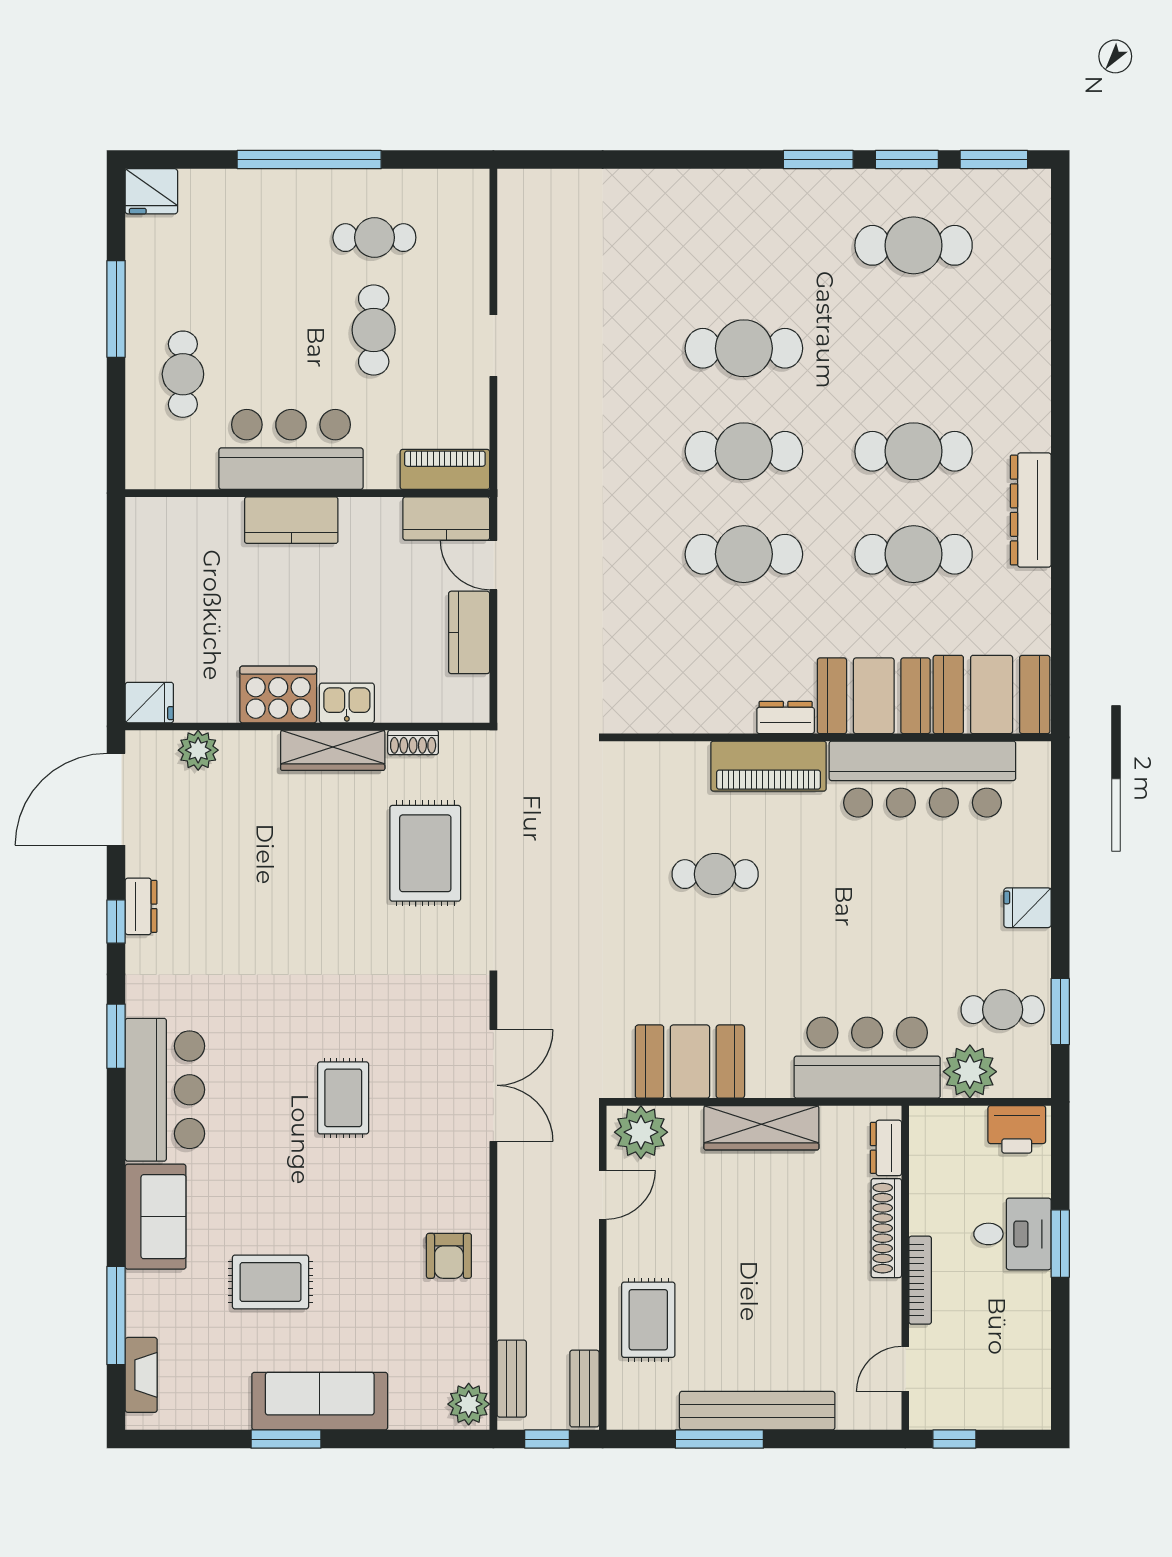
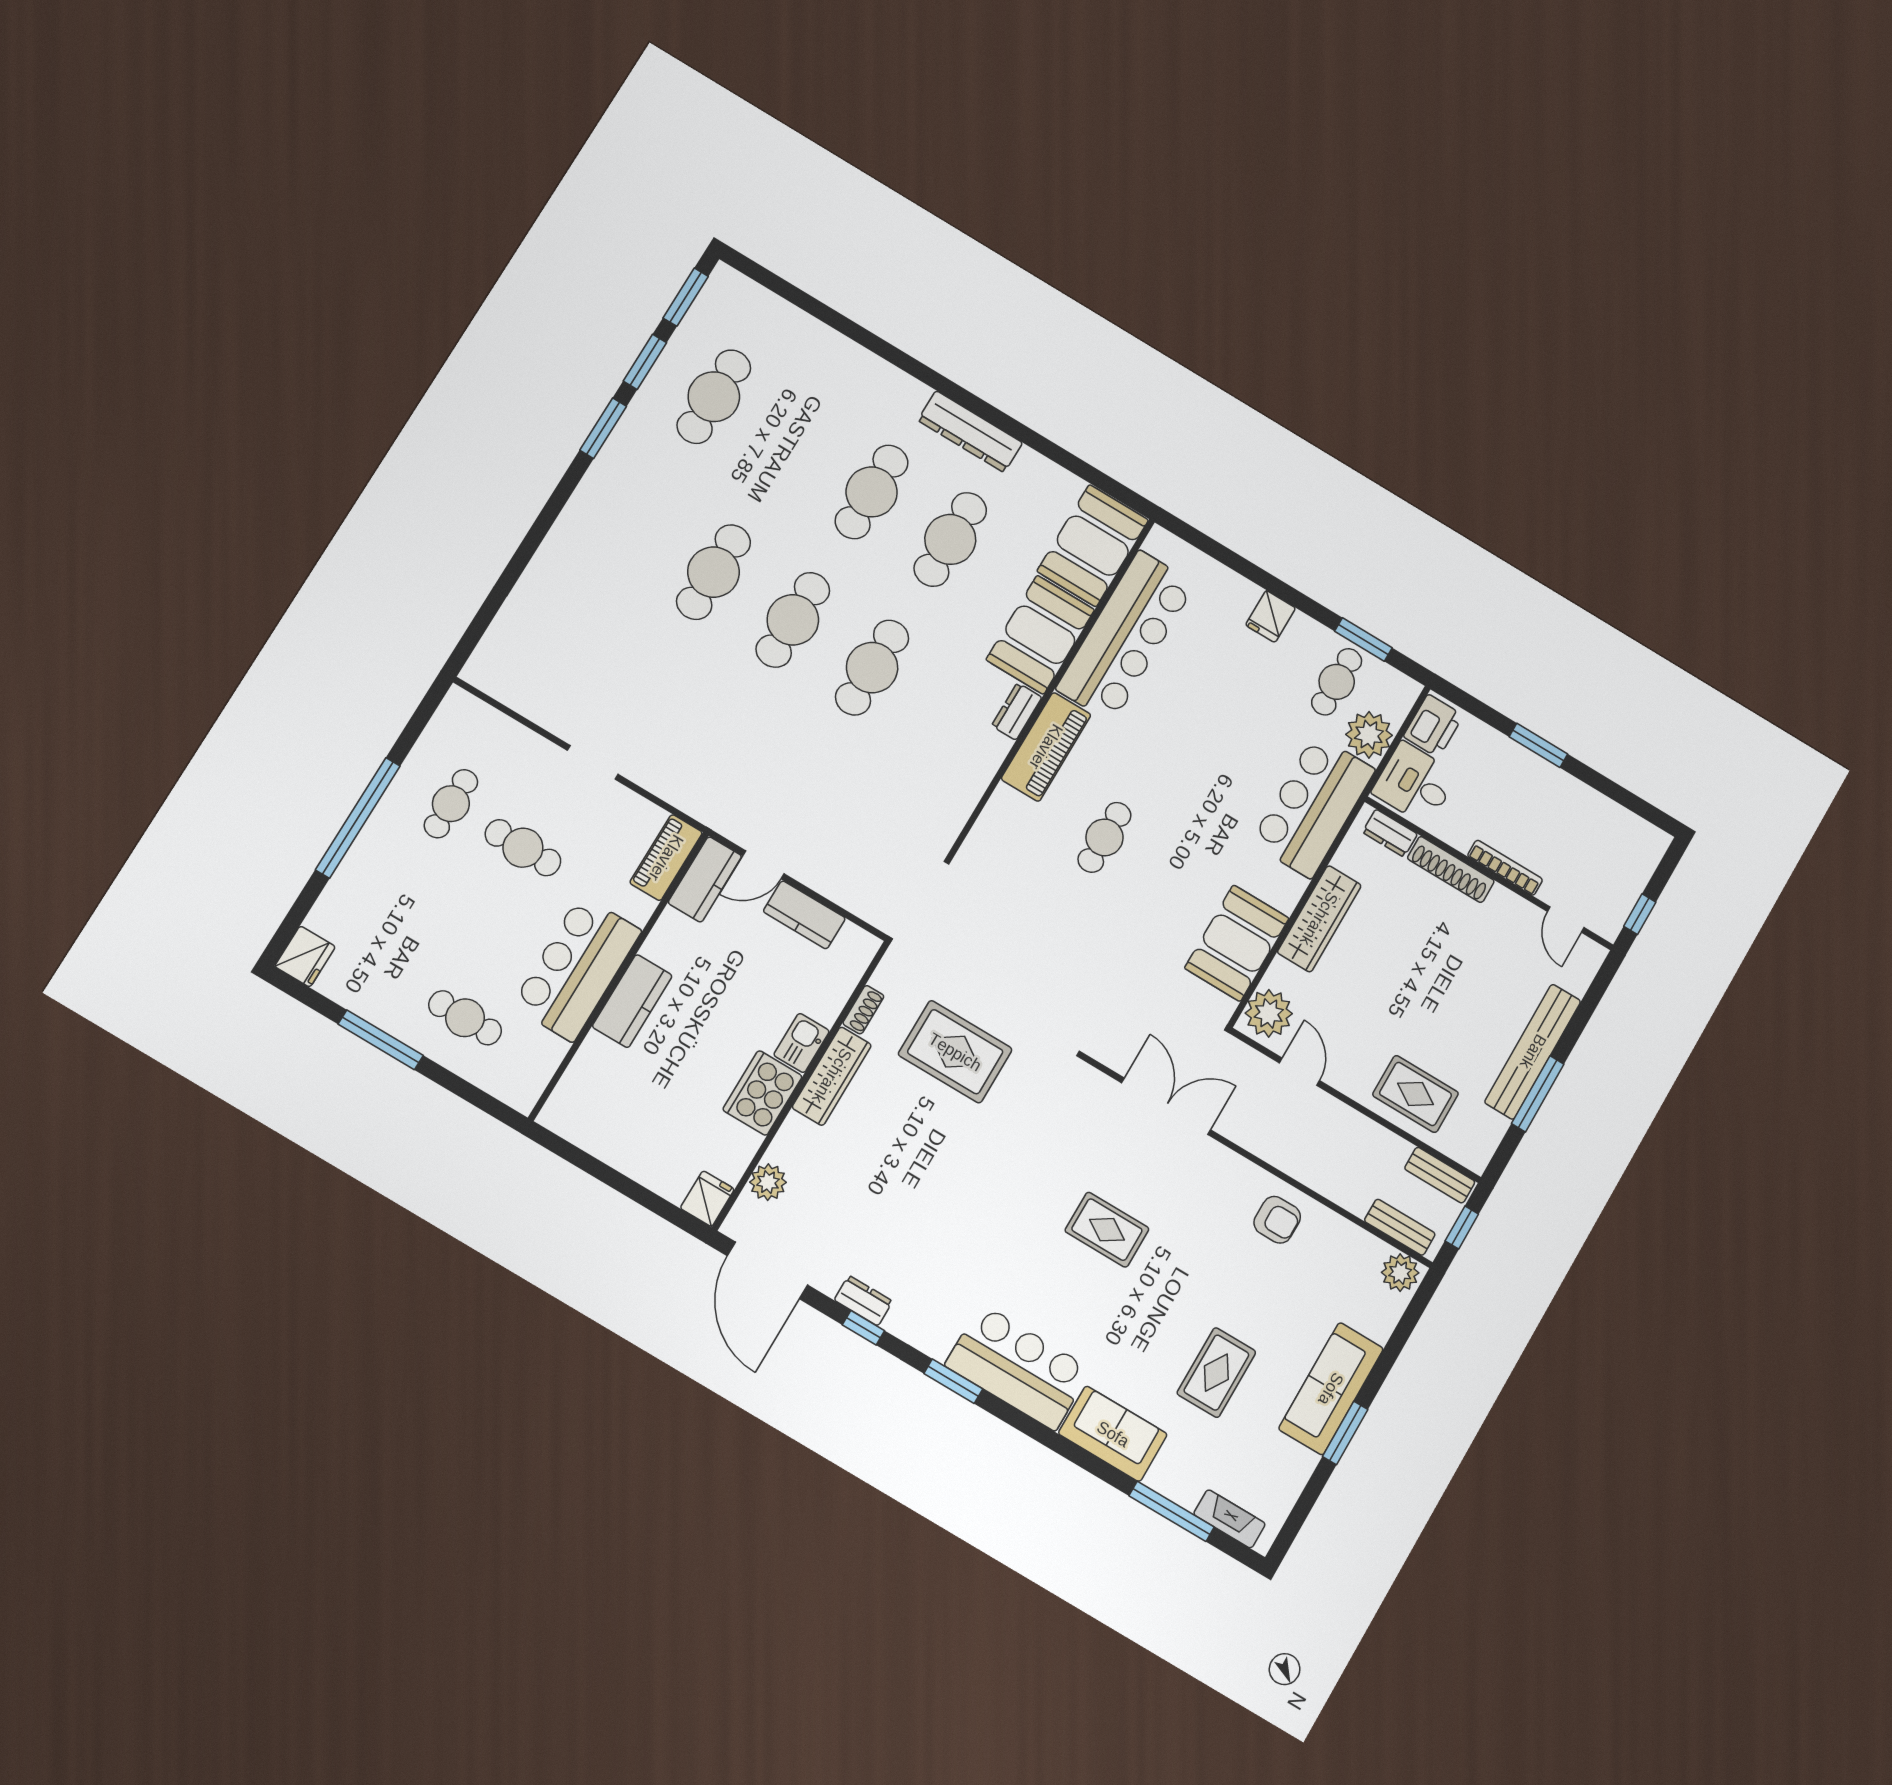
desk: (1012, 1234) -> (1415, 784), moved, turned -90

